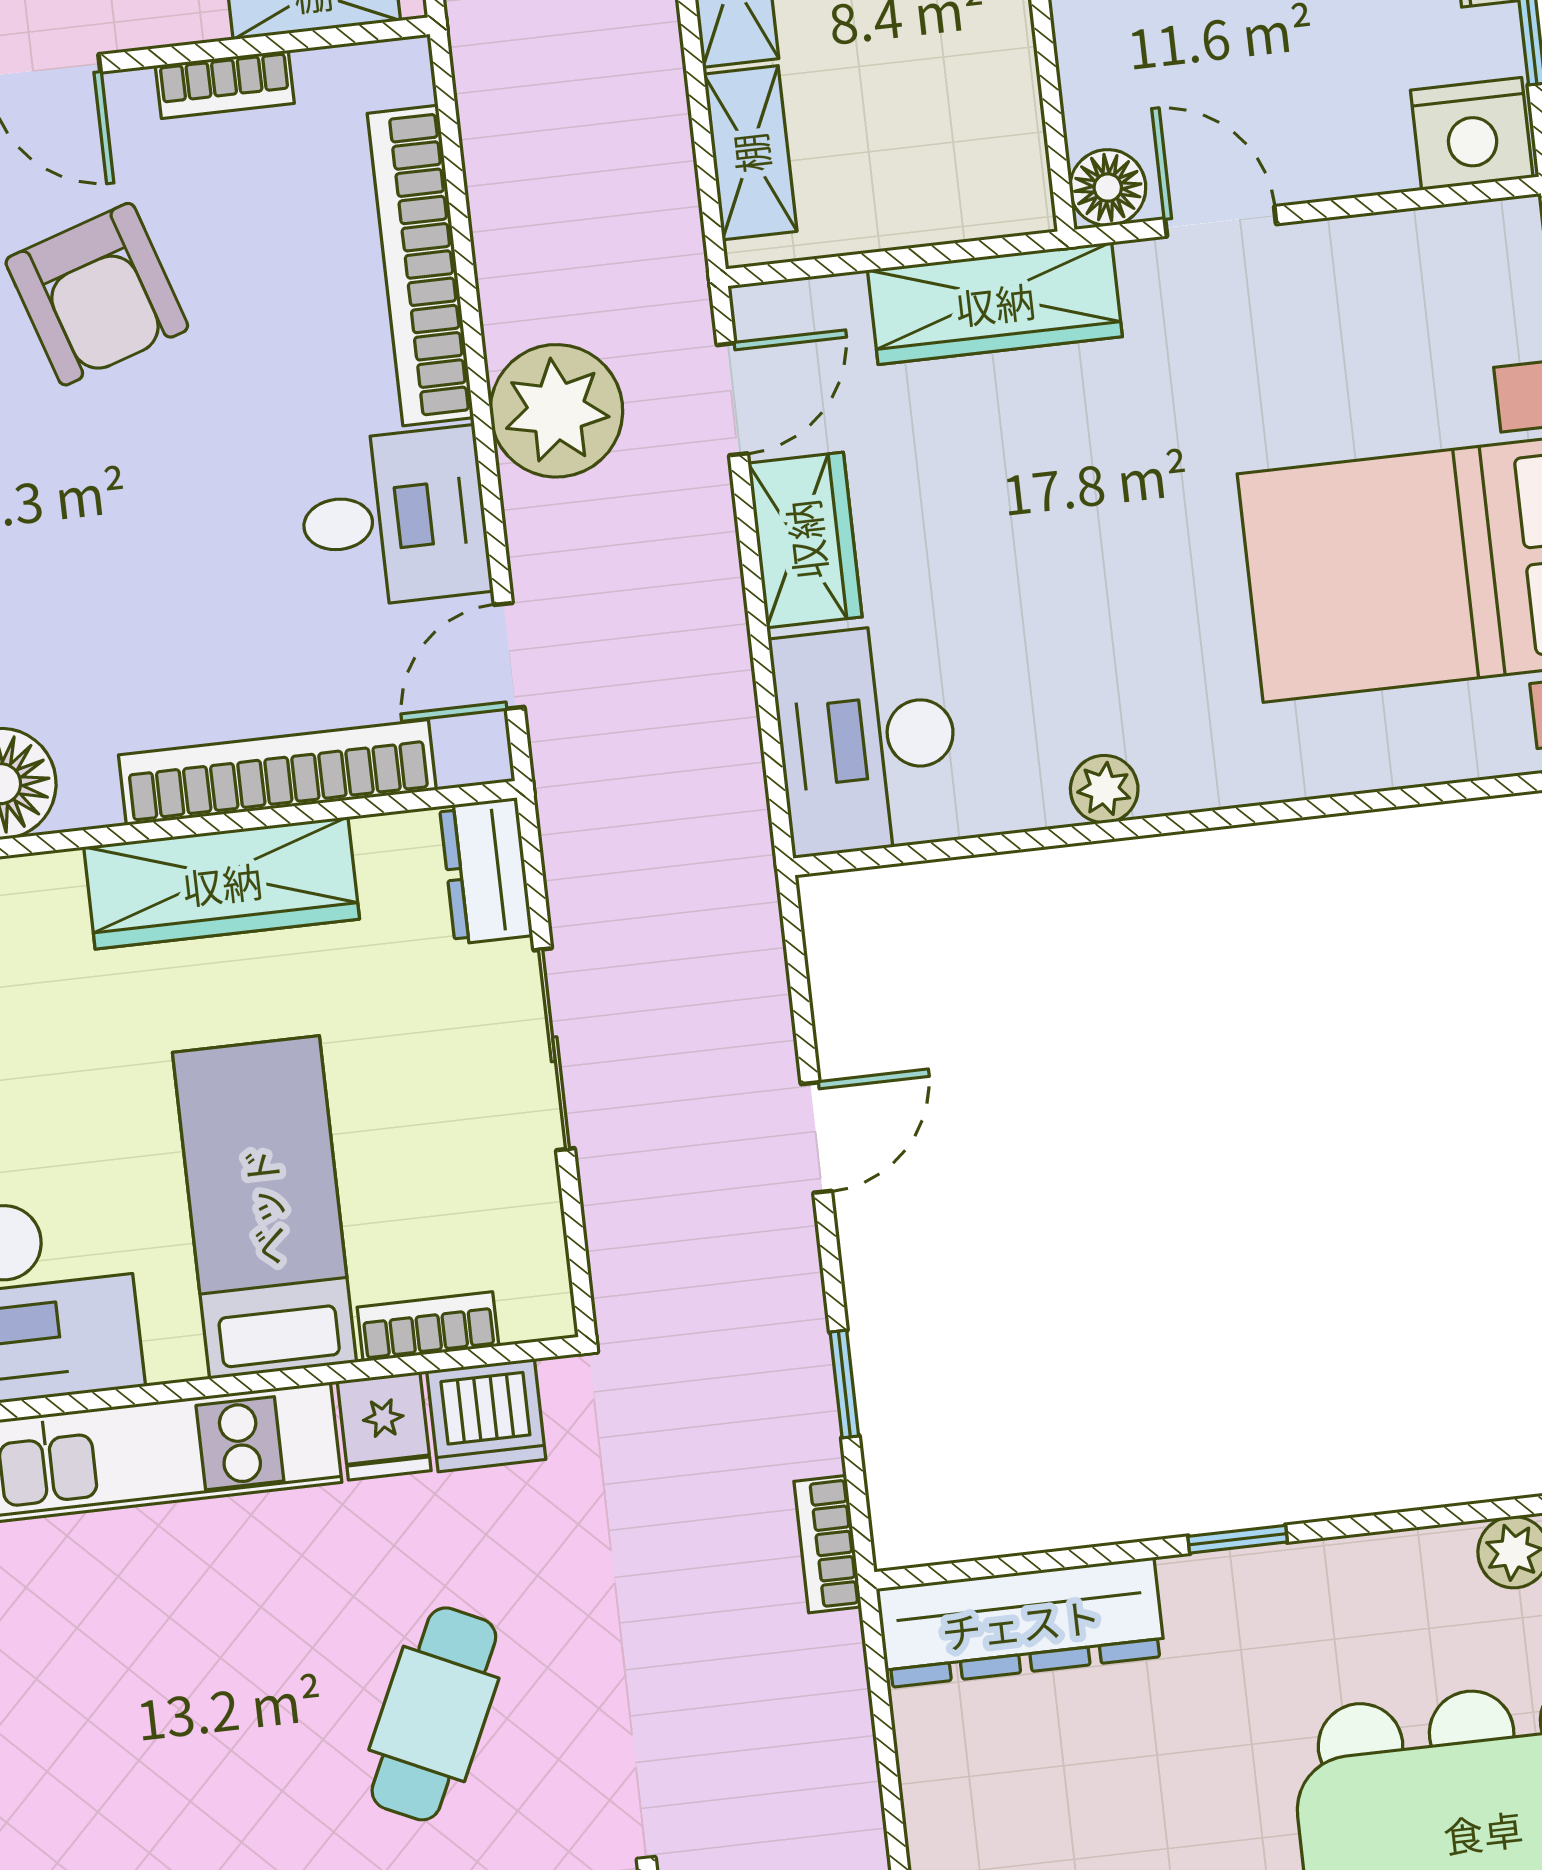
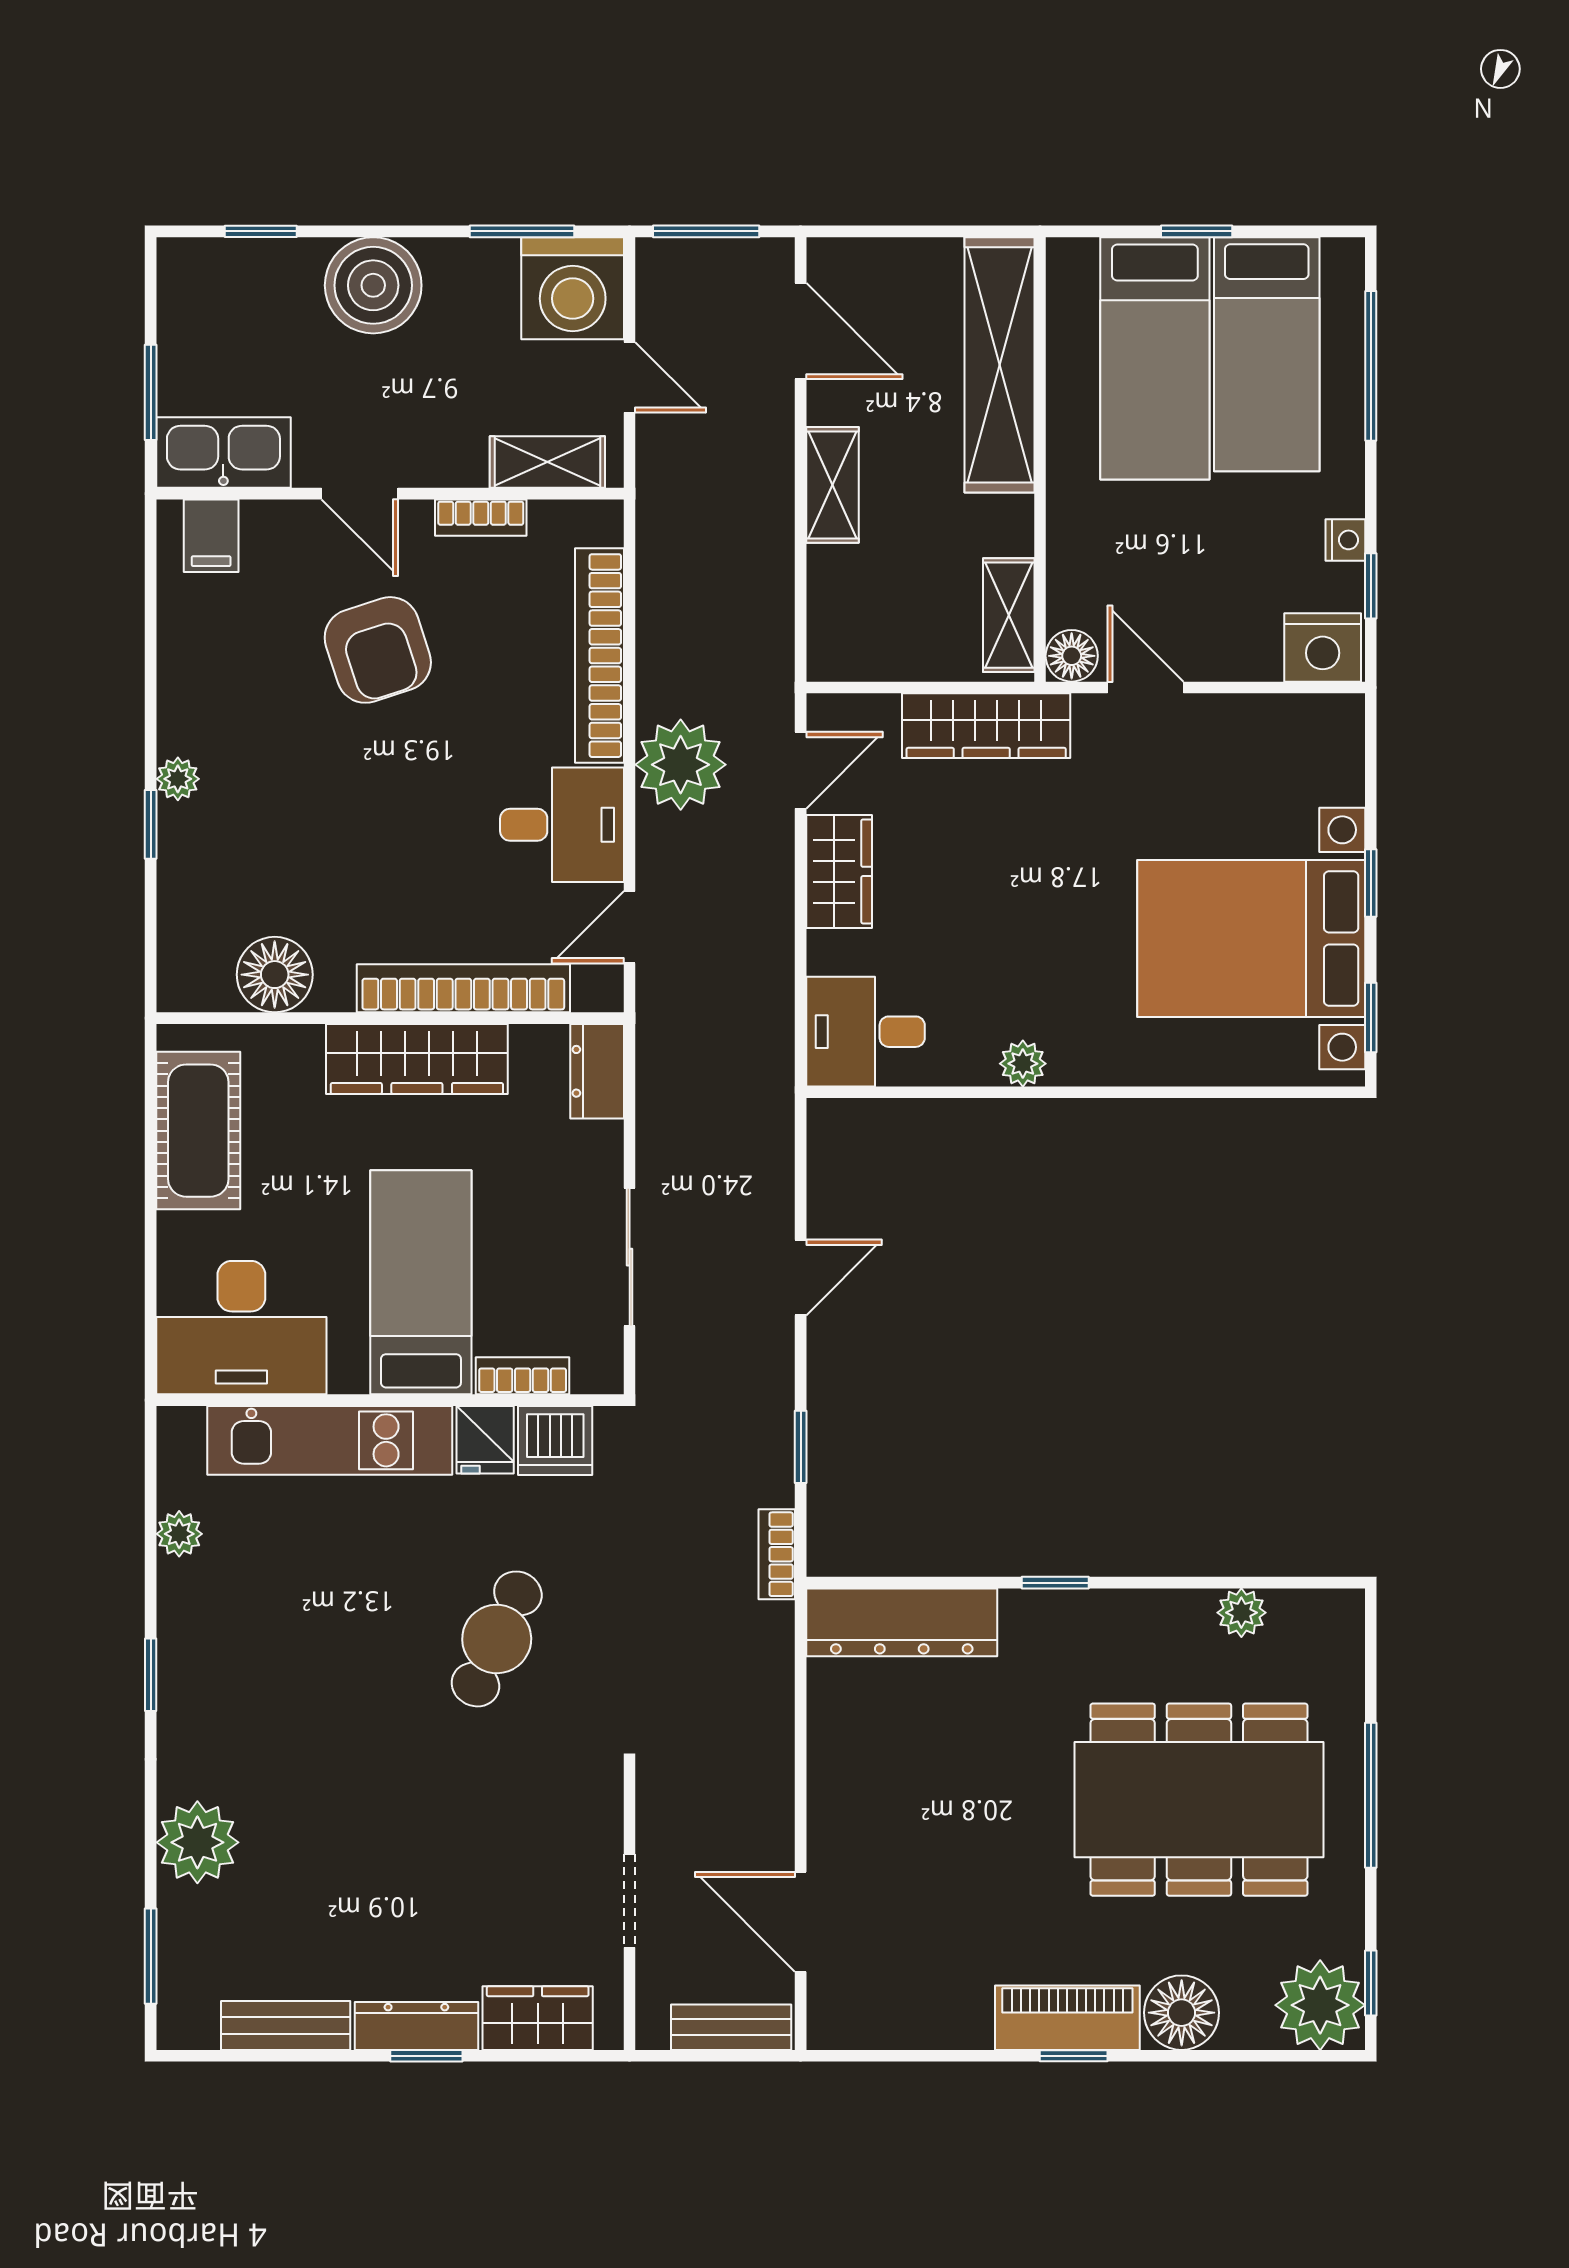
shelving: (750, 153) -> (1009, 615), moved
desk: (867, 739) -> (866, 1032), width x0.73
sliding door: (554, 1049) -> (630, 1257), moved

